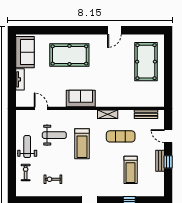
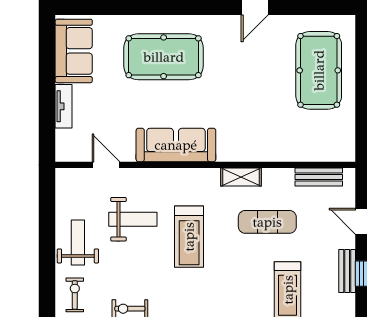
sofa: (81, 98) -> (176, 145), width x1.36

